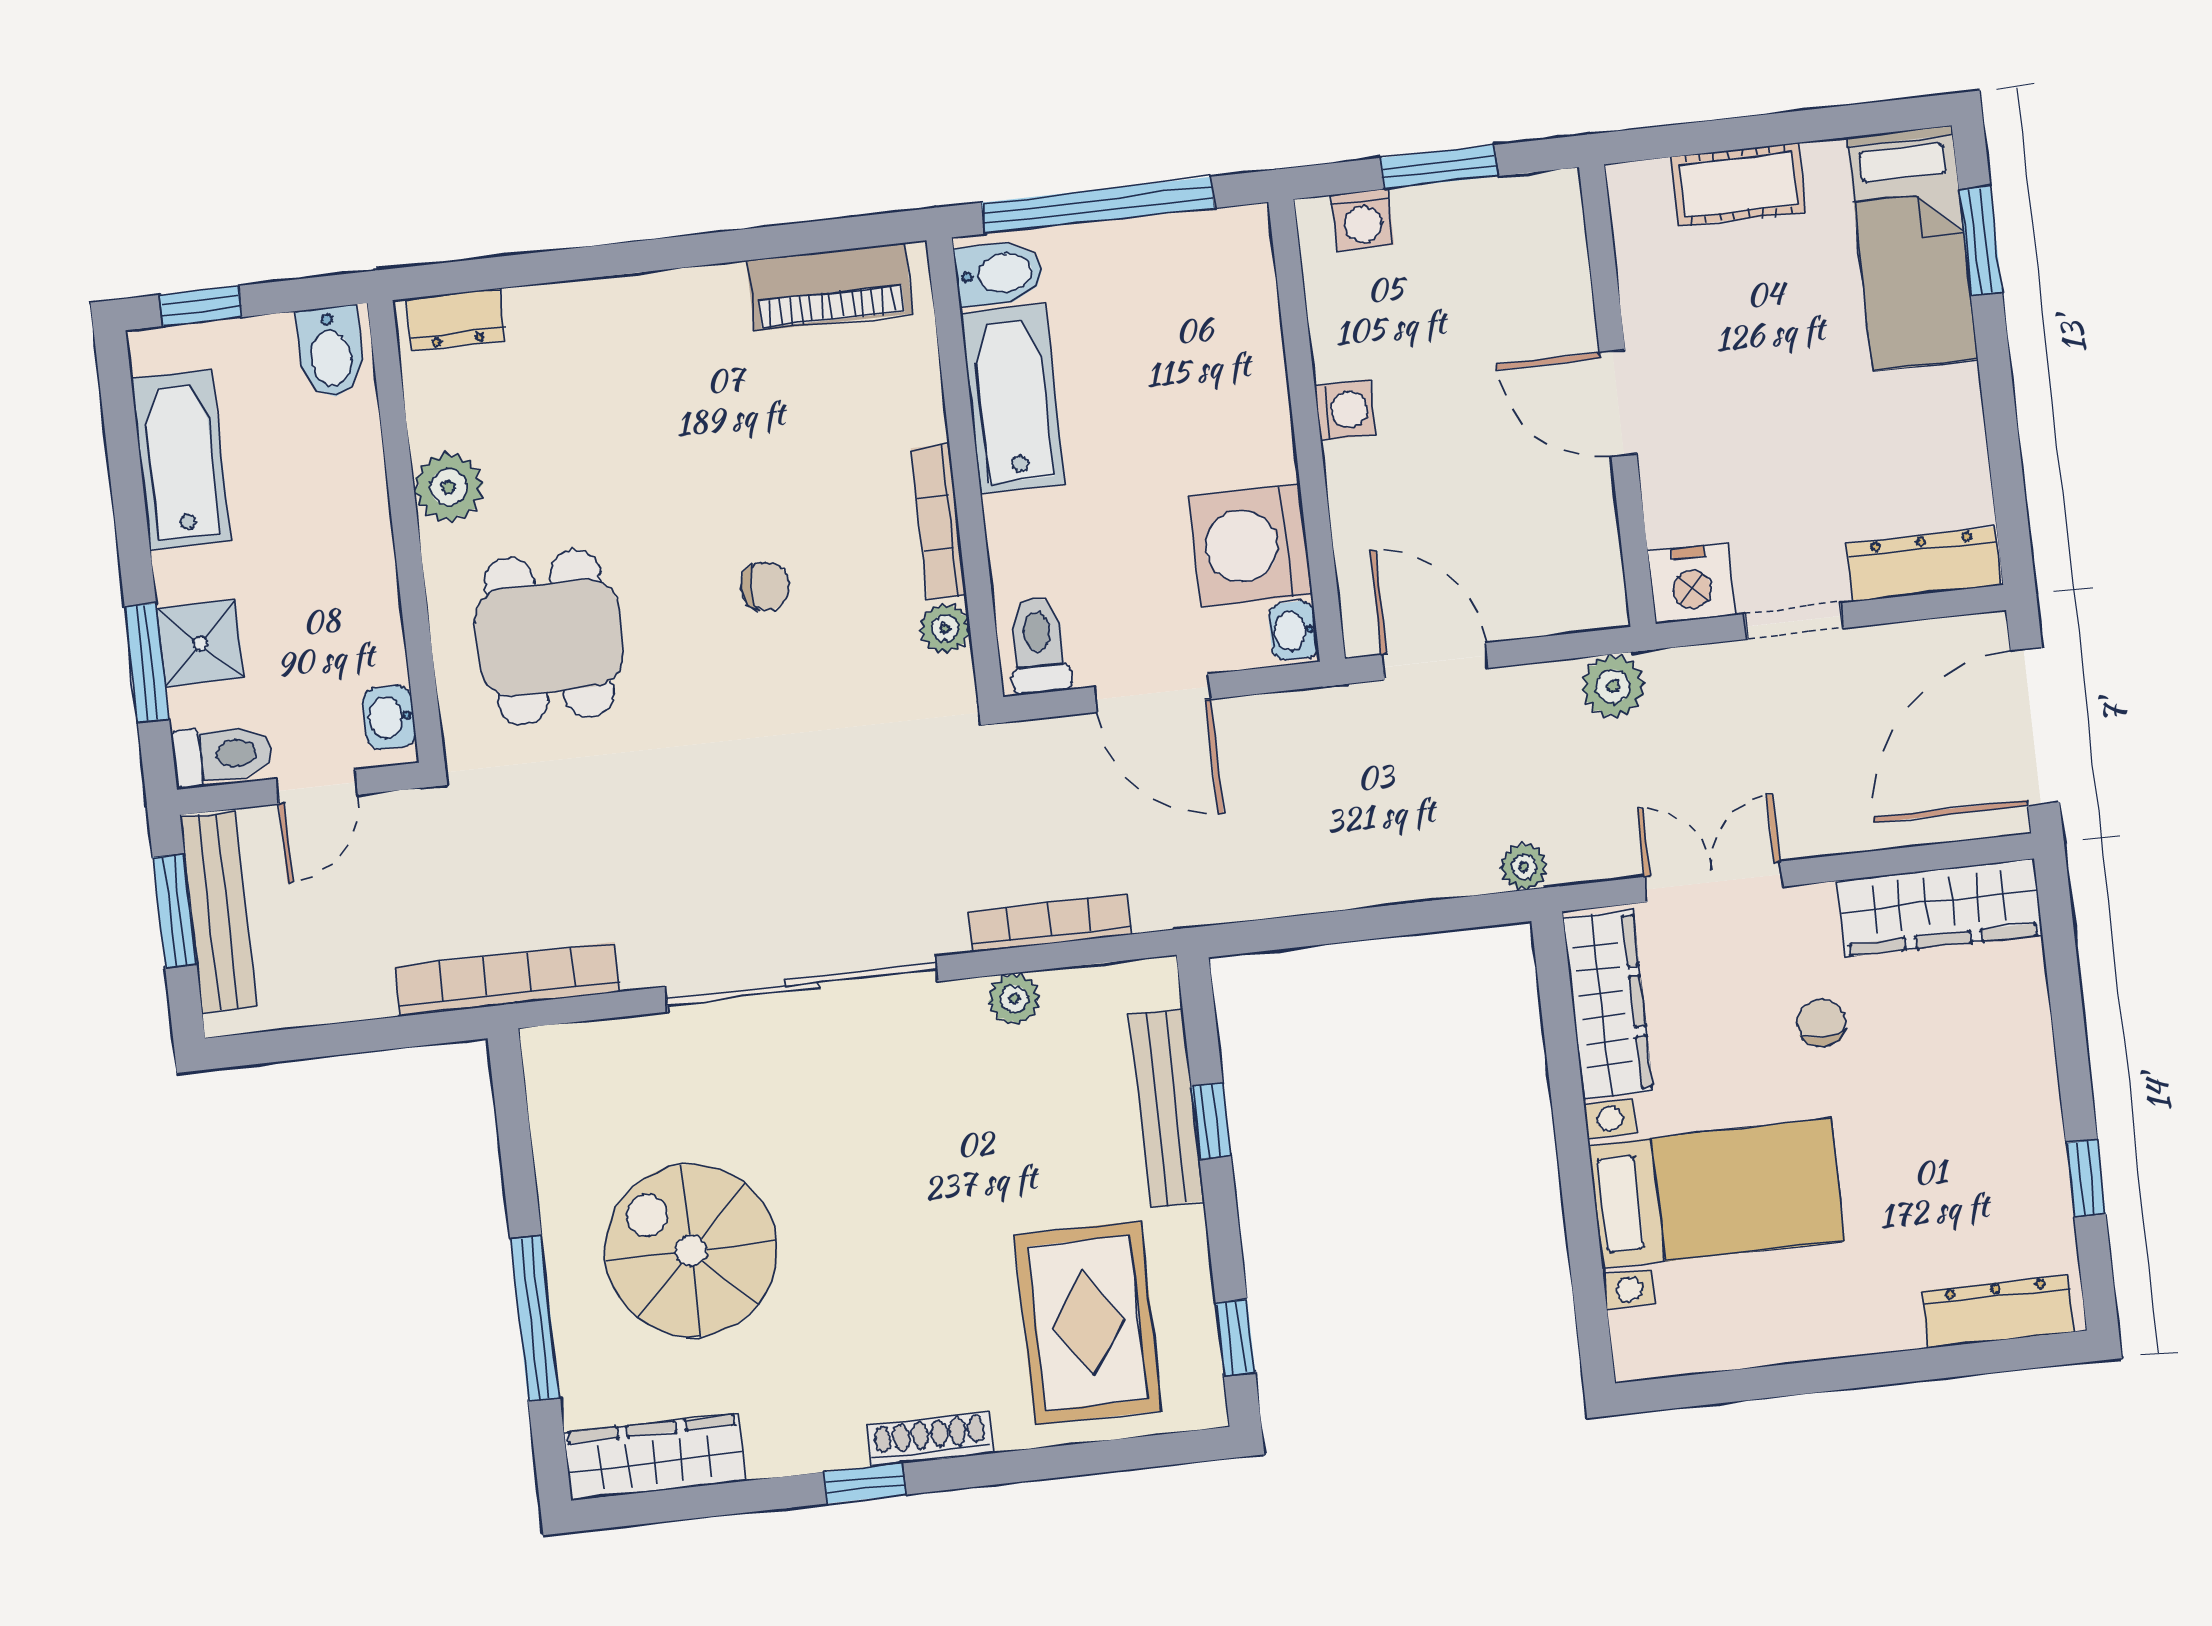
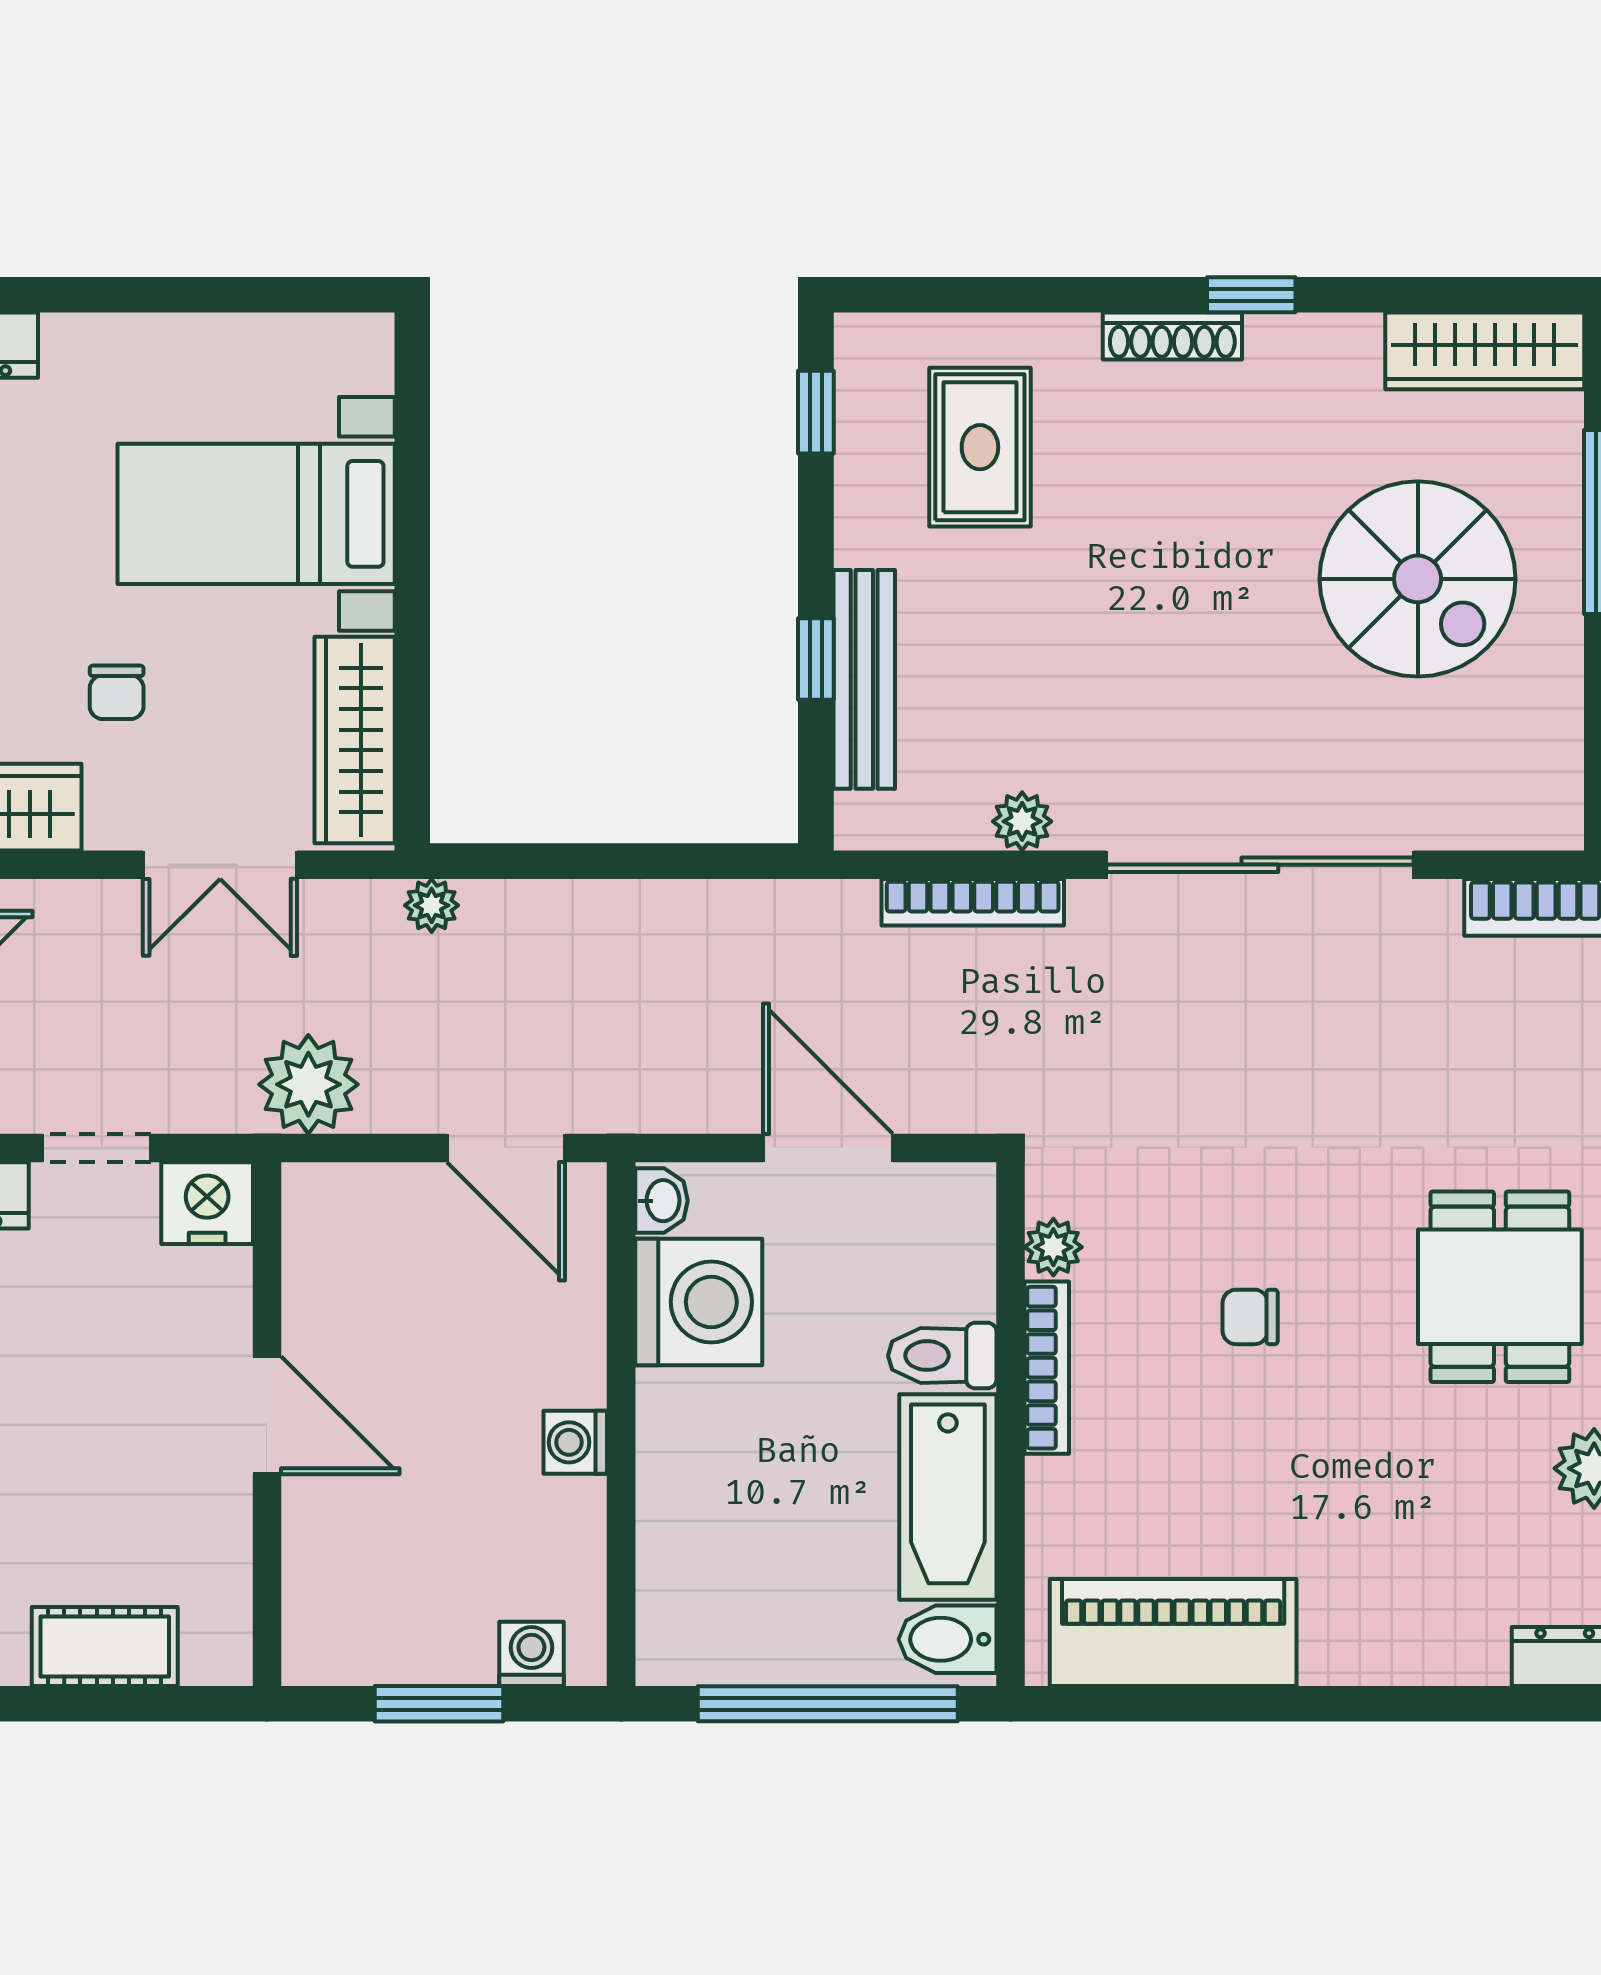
piano: (829, 287) -> (1173, 1633), width x1.37, depth x1.33
toilet: (1038, 645) -> (942, 1356), moved, turned 90
plant: (1613, 686) -> (308, 1084), width x1.36, depth x1.36
rug: (1088, 1323) -> (980, 447), width x0.73, depth x0.70

